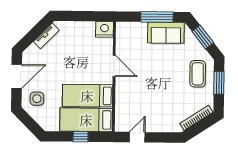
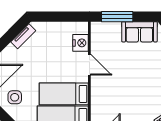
window: (157, 17) -> (117, 17), moved
nightstand: (104, 29) -> (81, 43), moved, turned 90

